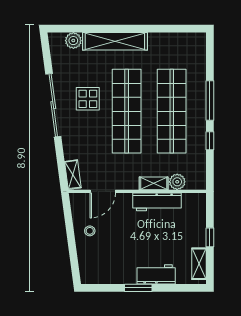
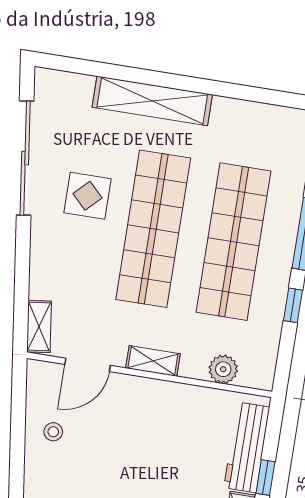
plant: (73, 41) -> (78, 88), removed
sliding door: (53, 105) -> (25, 158), moved
shelving: (154, 183) -> (153, 361), moved
workbench: (157, 202) -> (247, 447), moved, turned 90

